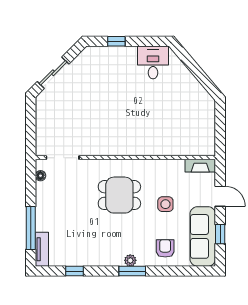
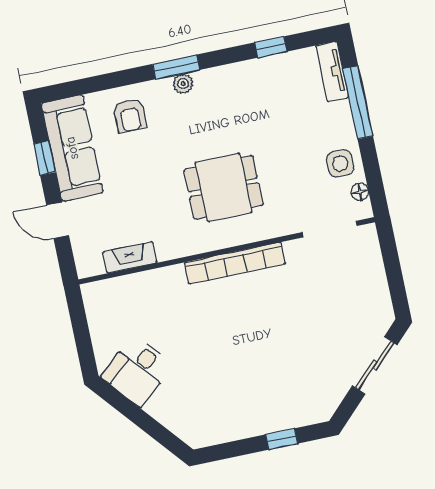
desk: (153, 62) -> (137, 371), moved, turned 50
bookcase: (122, 149) -> (235, 263), added
fireplace: (200, 166) -> (130, 257), moved
side table: (165, 204) -> (340, 163), moved

